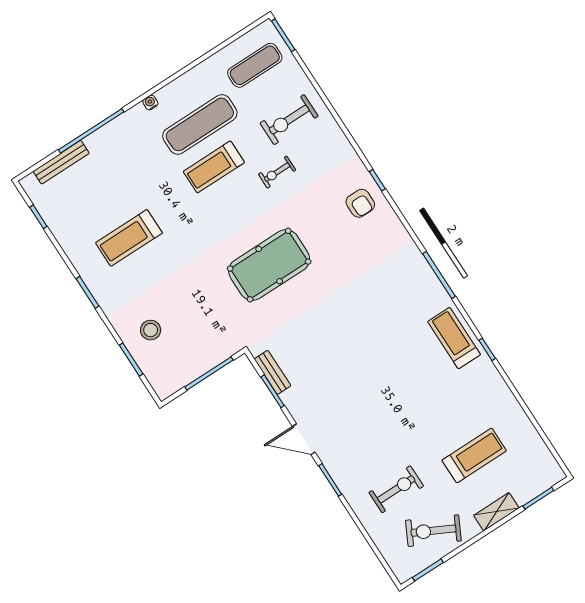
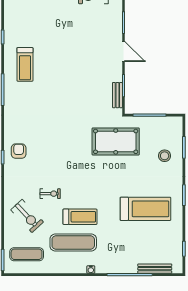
exercise bike: (289, 120) -> (27, 216), turned 47
treadmill: (129, 238) -> (145, 209), width x1.37, depth x1.38
pool table: (269, 265) -> (116, 141), moved
treadmill: (454, 338) -> (25, 64), moved

